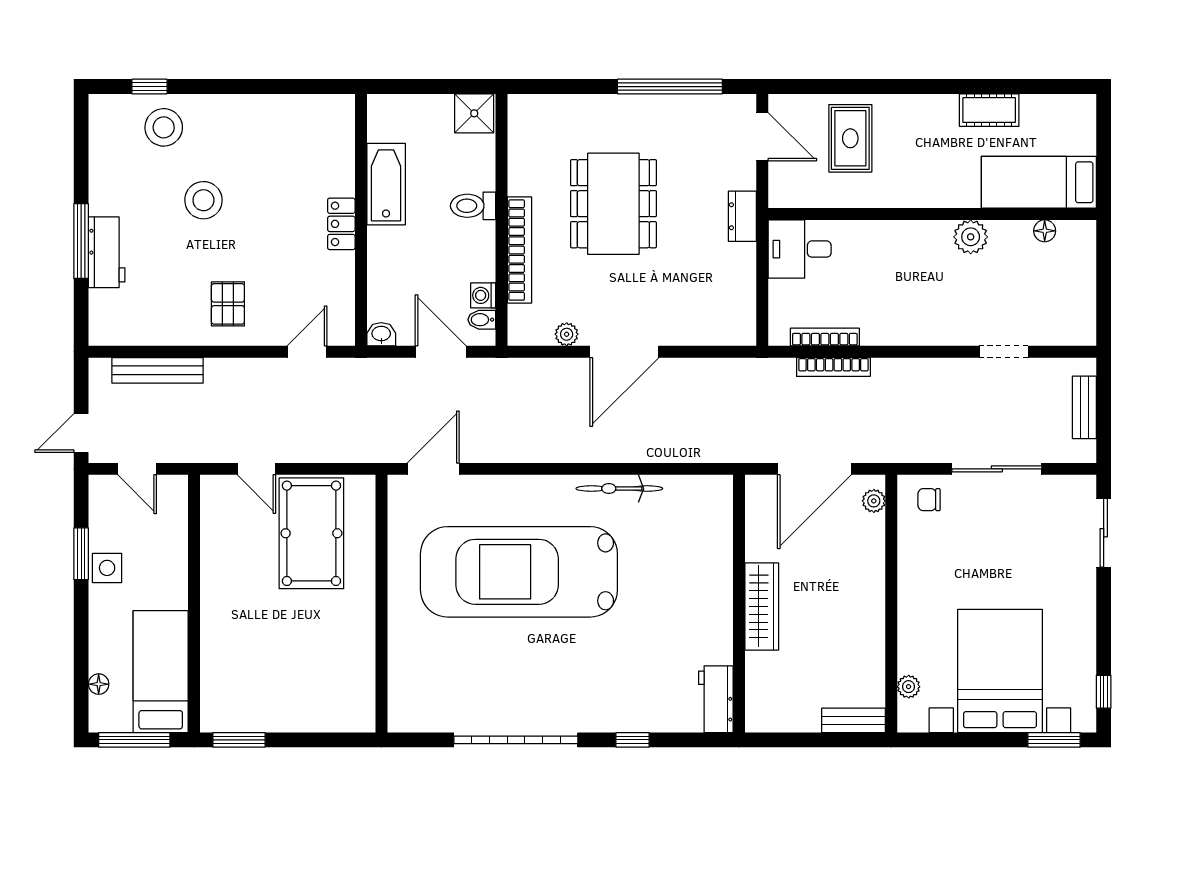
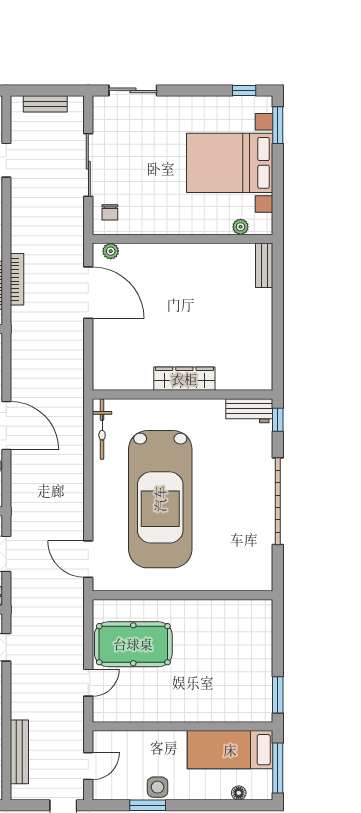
wall: (739, 604) -> (183, 395), moved
wardrobe: (762, 606) -> (184, 379), moved
workbench: (716, 699) -> (249, 411), moved

